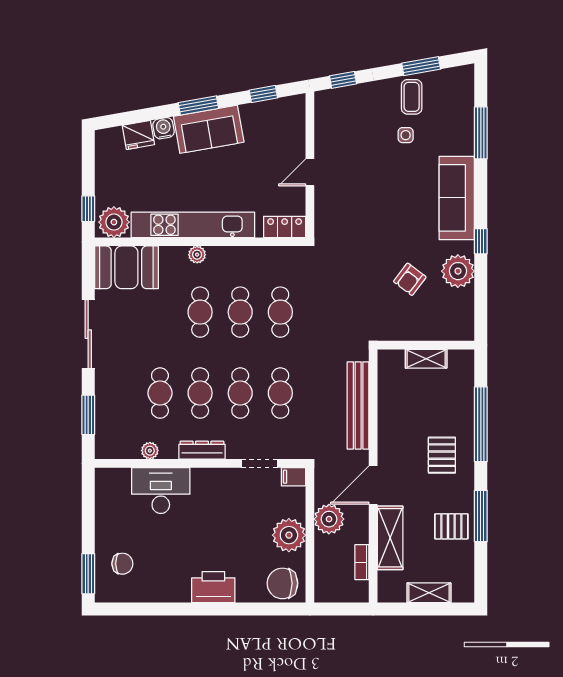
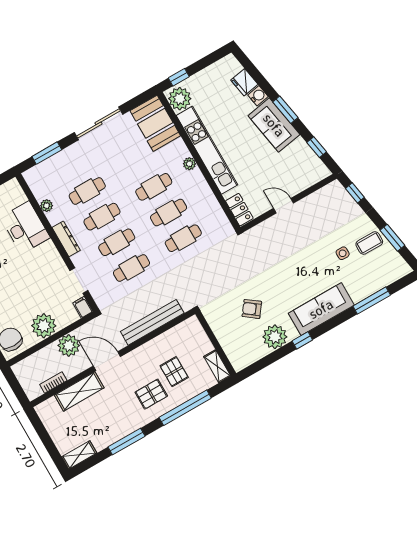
shelving: (426, 359) -> (217, 366), moved
pallet: (451, 526) -> (174, 372), moved
shelving: (429, 593) -> (79, 455), moved, turned 90

